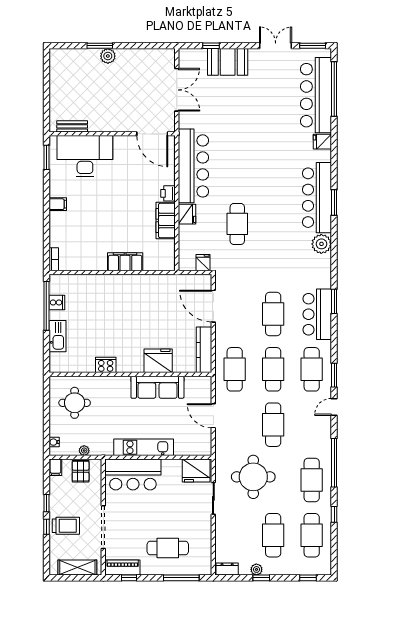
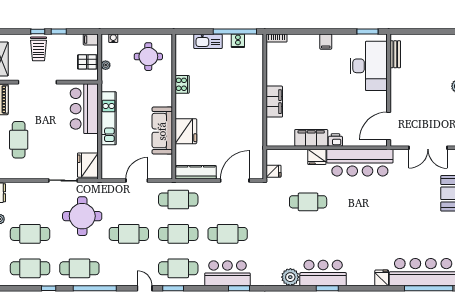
bar counter: (317, 198) -> (323, 273), width x0.73

